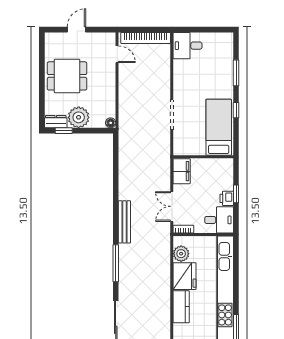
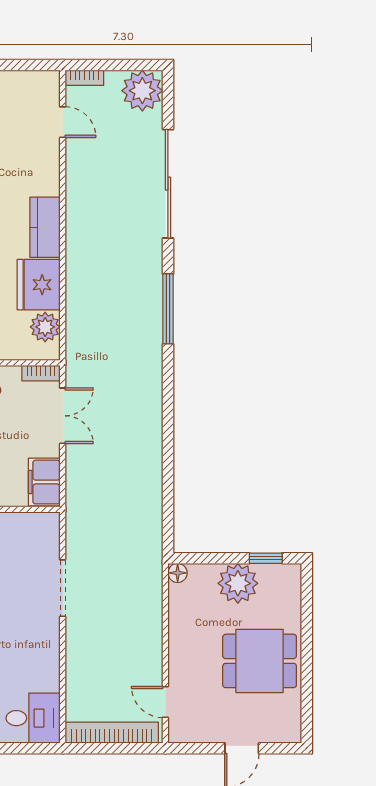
dresser: (56, 122) -> (281, 575), removed
bench: (124, 222) -> (152, 387), removed

